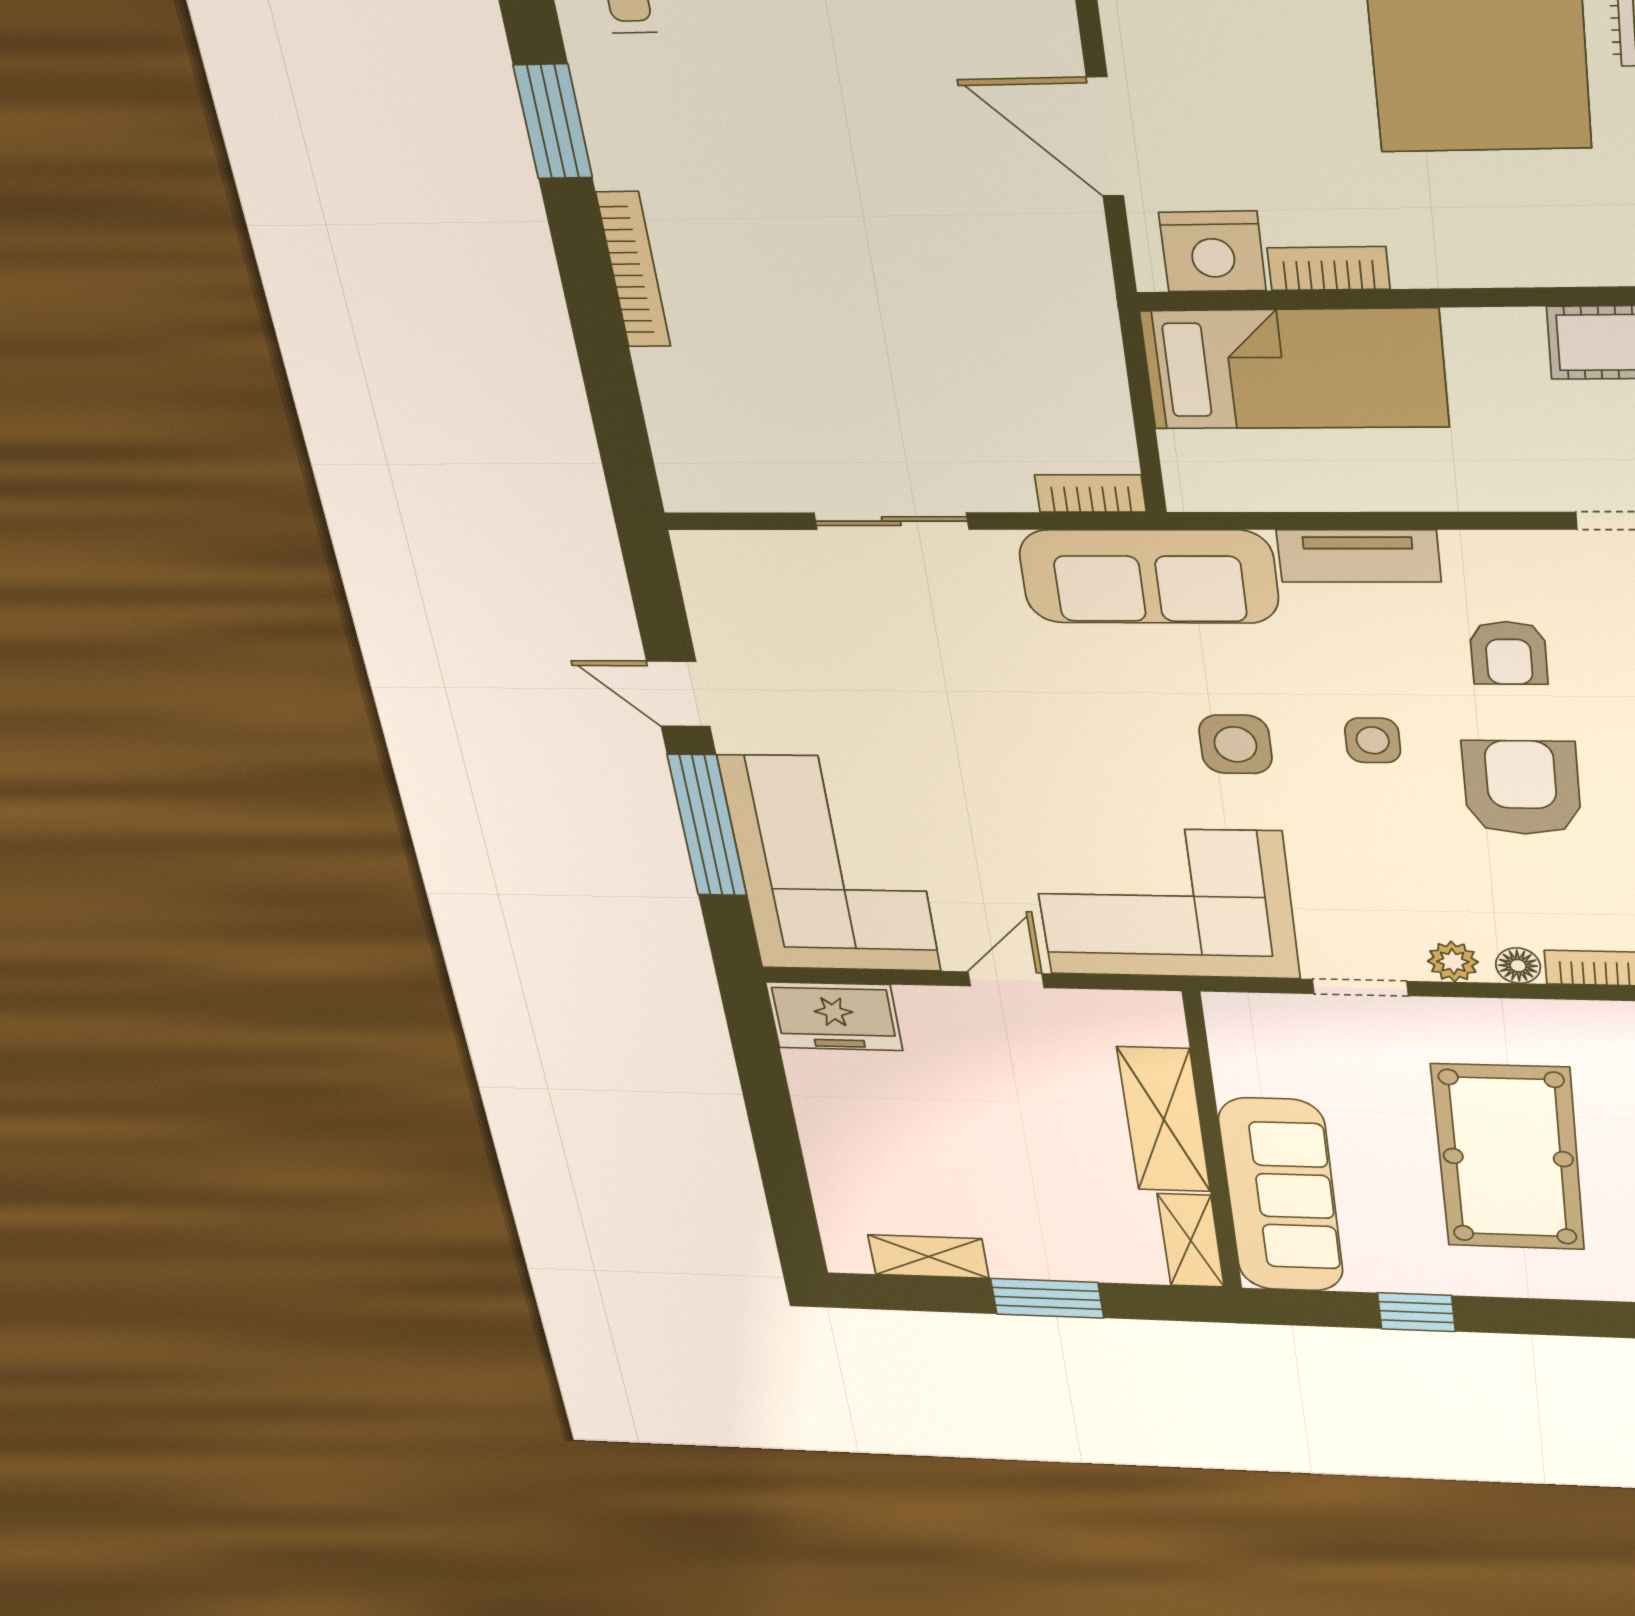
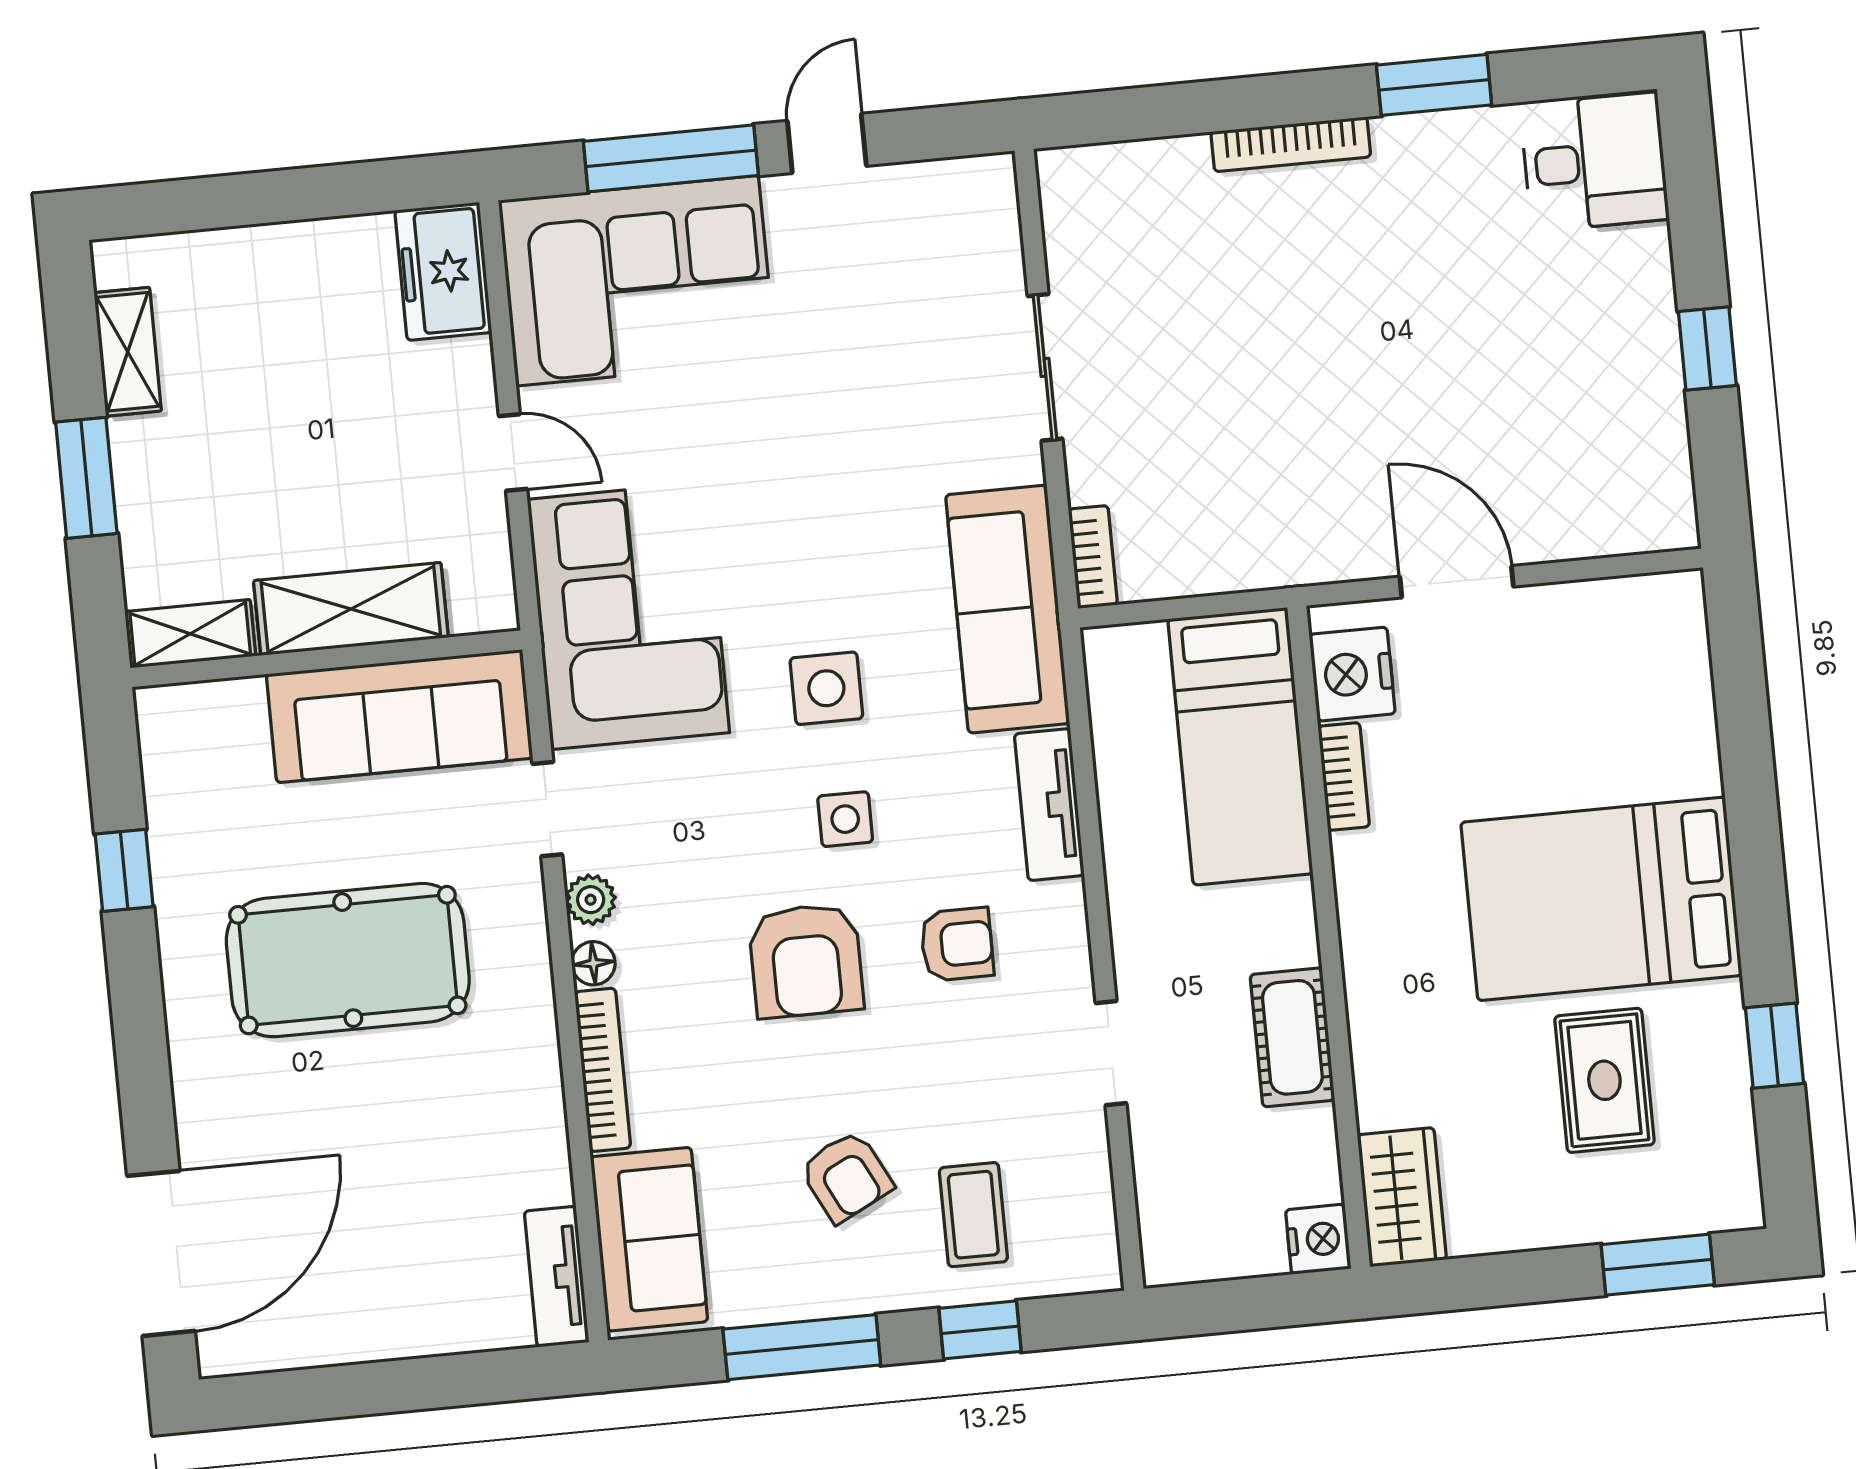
door: (1105, 137) -> (1457, 582), hinge flipped
armchair: (1509, 653) -> (957, 944), turned 180
armchair: (1522, 788) -> (806, 961), turned 90
sofa: (1281, 1196) -> (399, 716), moved

